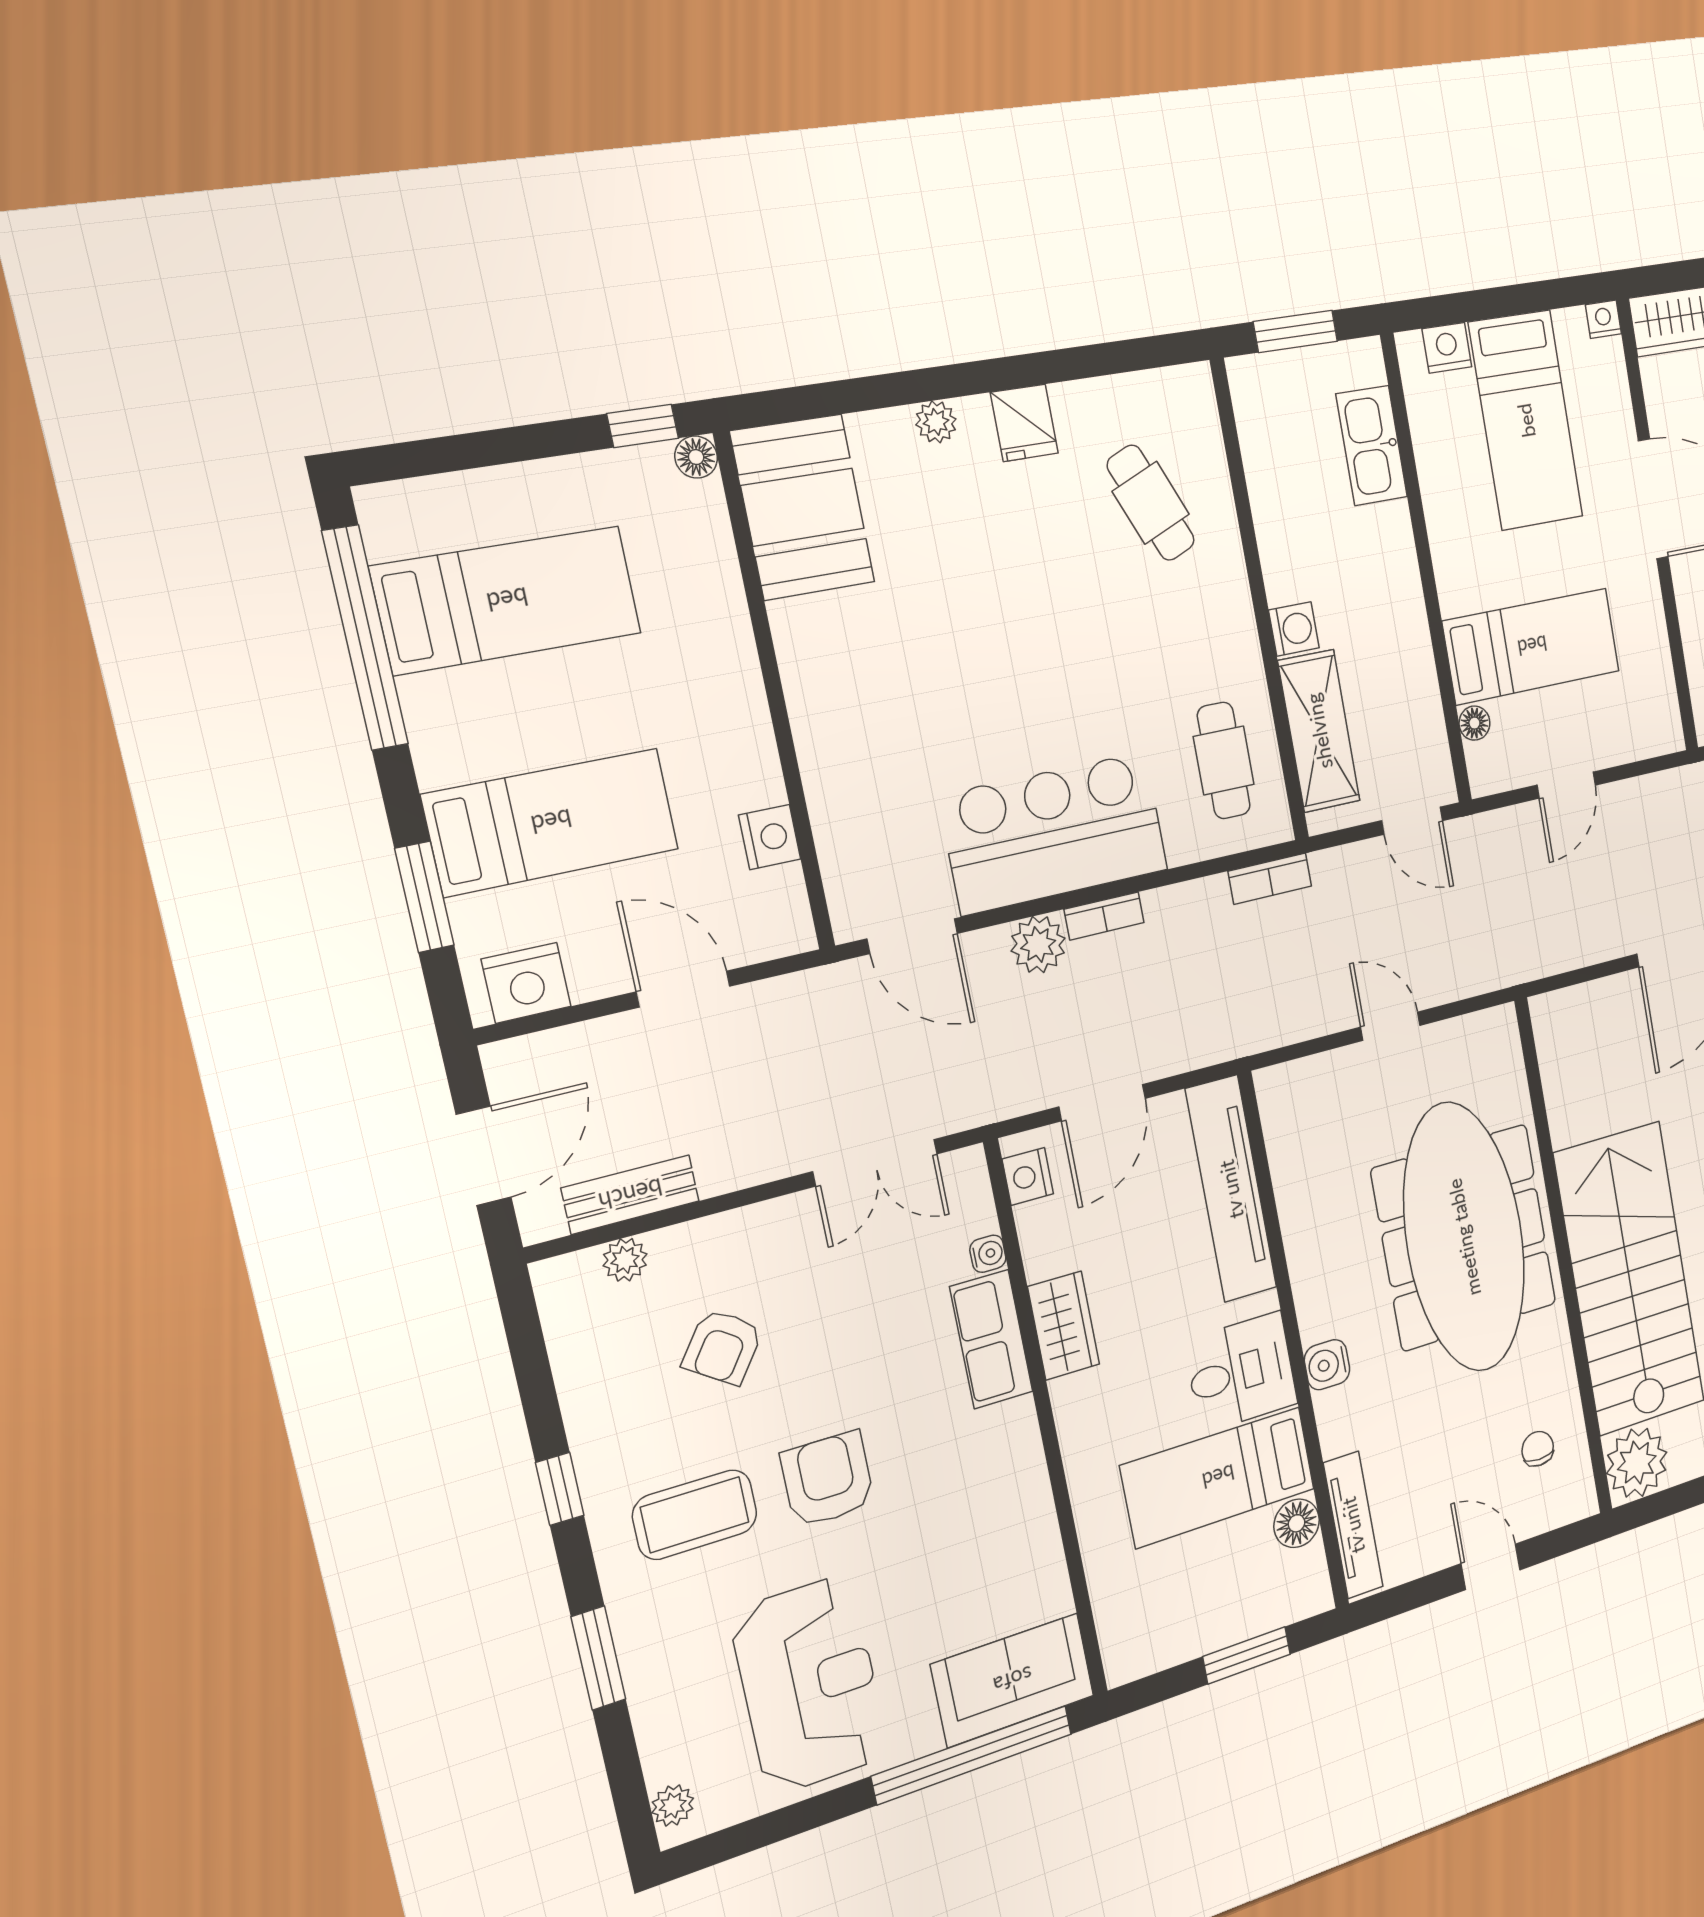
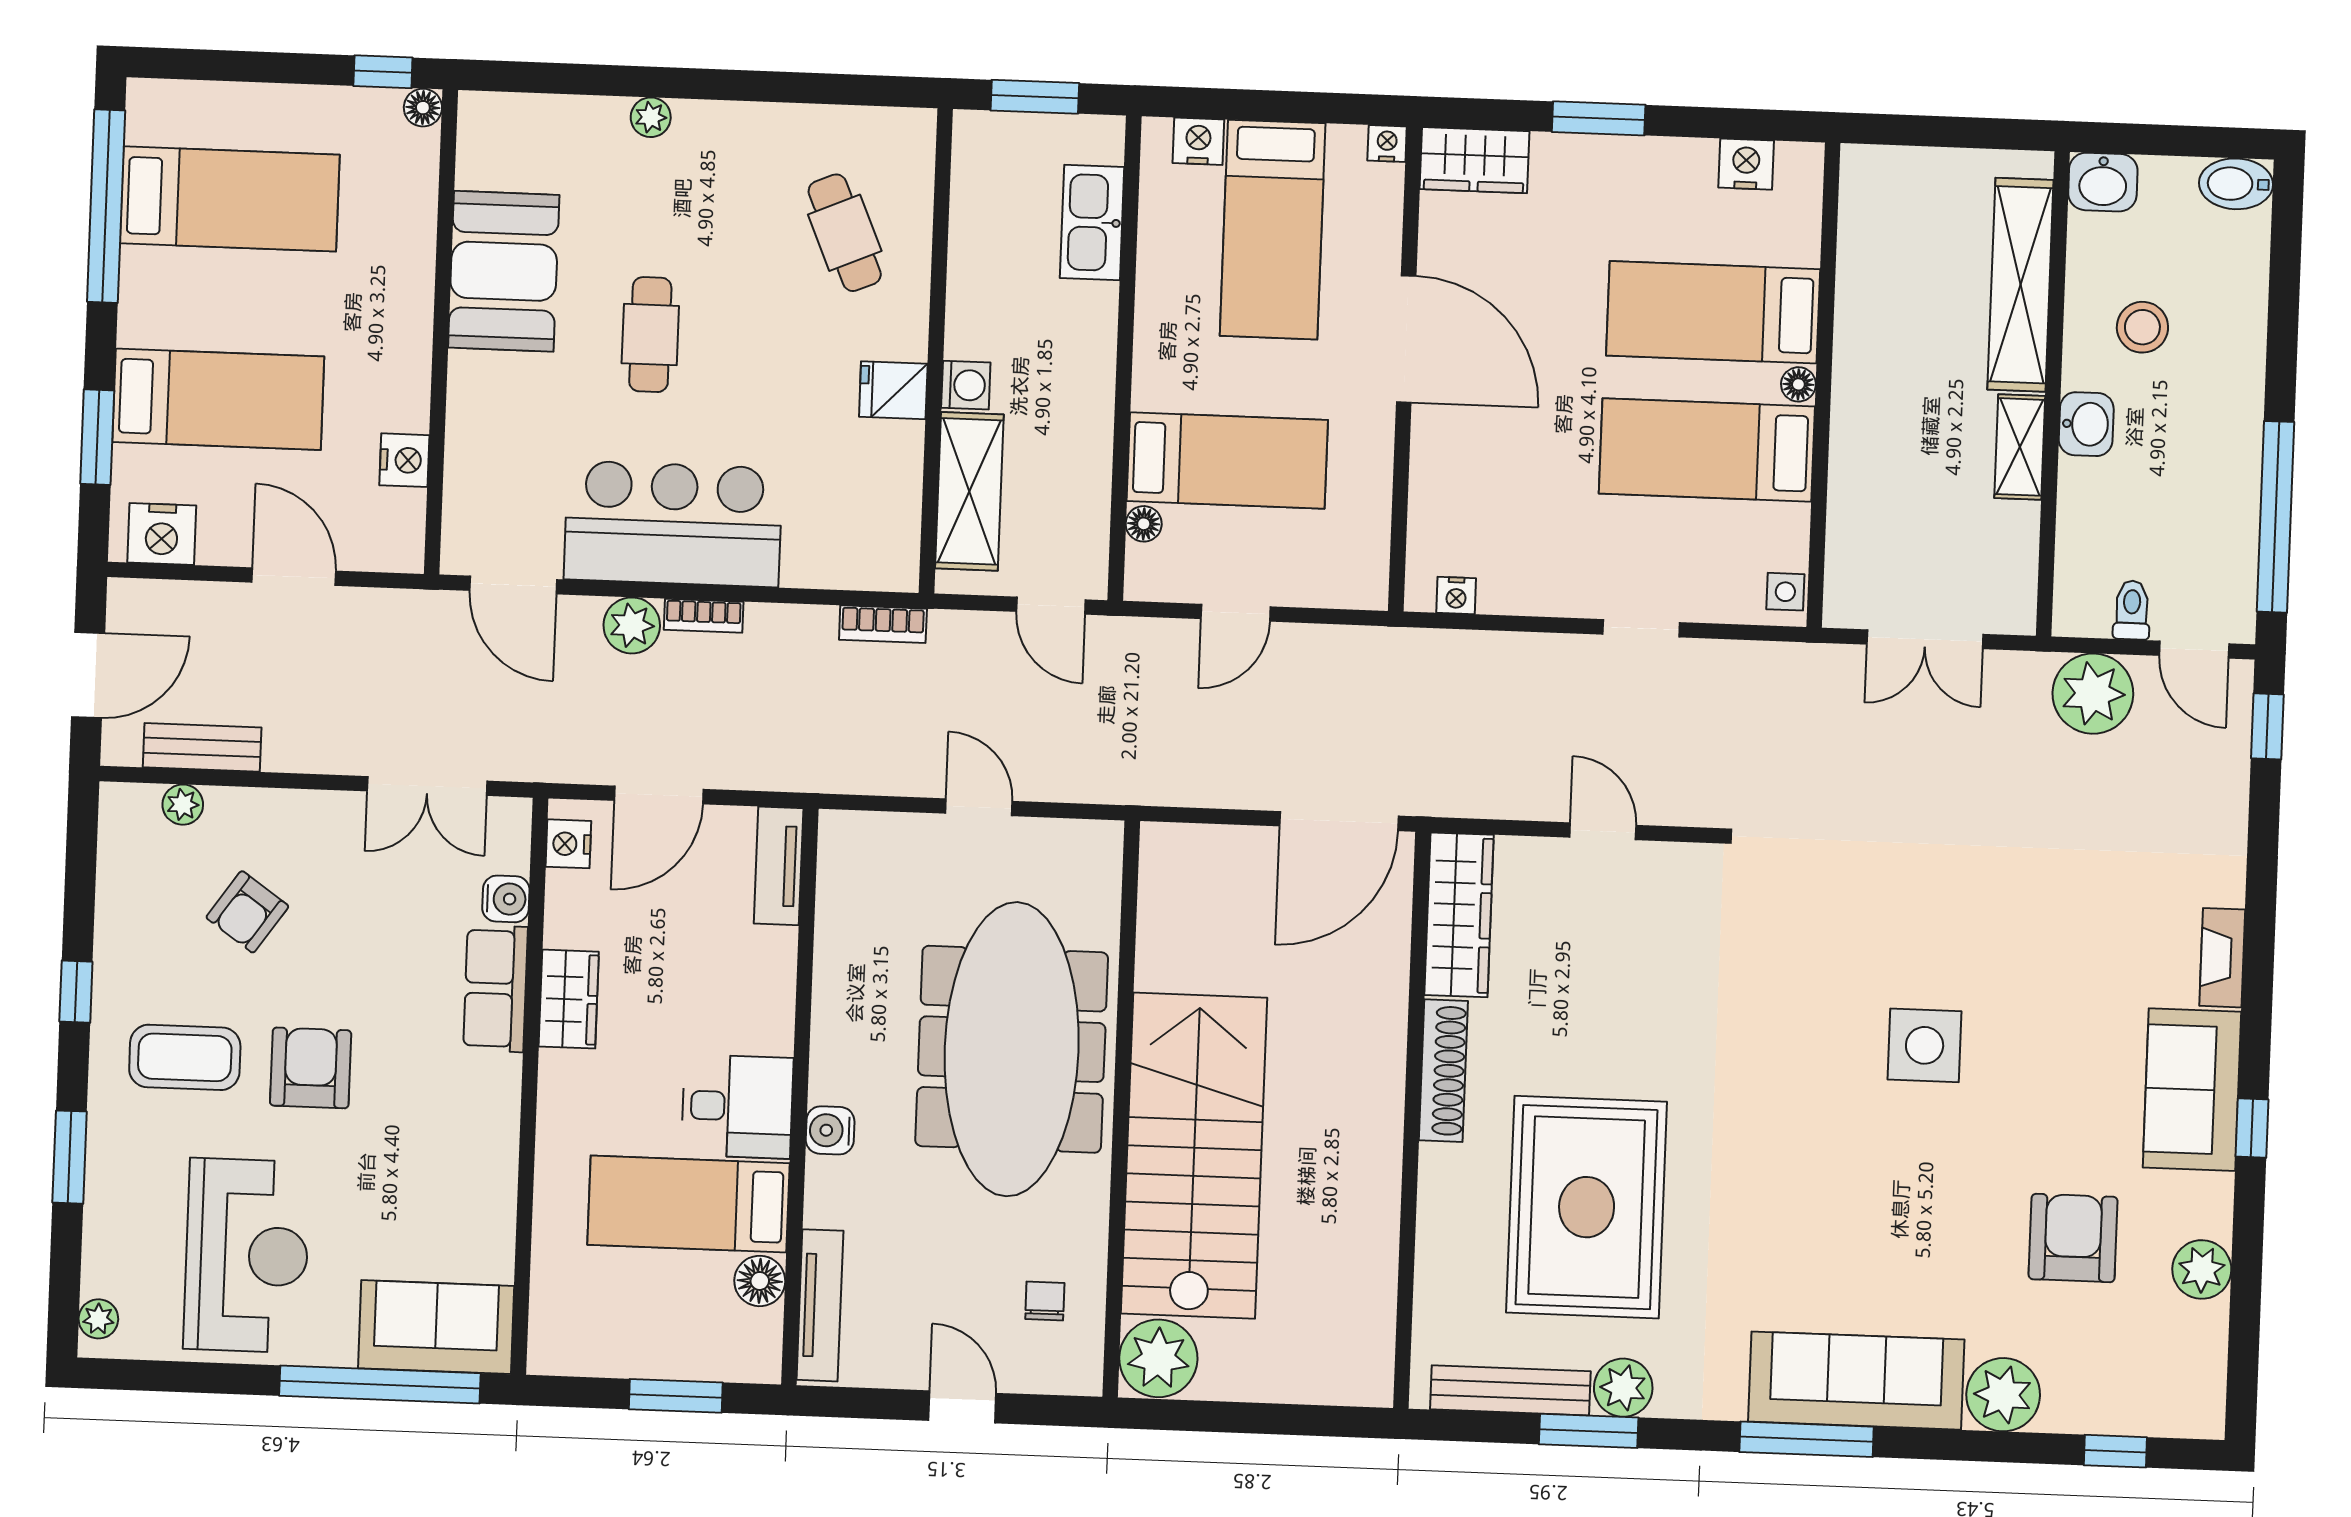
fridge: (1024, 423) -> (893, 390), moved, turned 90
booth: (803, 507) -> (504, 271), moved
cafe table: (1224, 760) -> (650, 335), moved
tv unit: (1231, 1189) -> (779, 866), width x0.52, depth x0.78
water cooler: (988, 1254) -> (506, 899), width x1.38, depth x1.38

